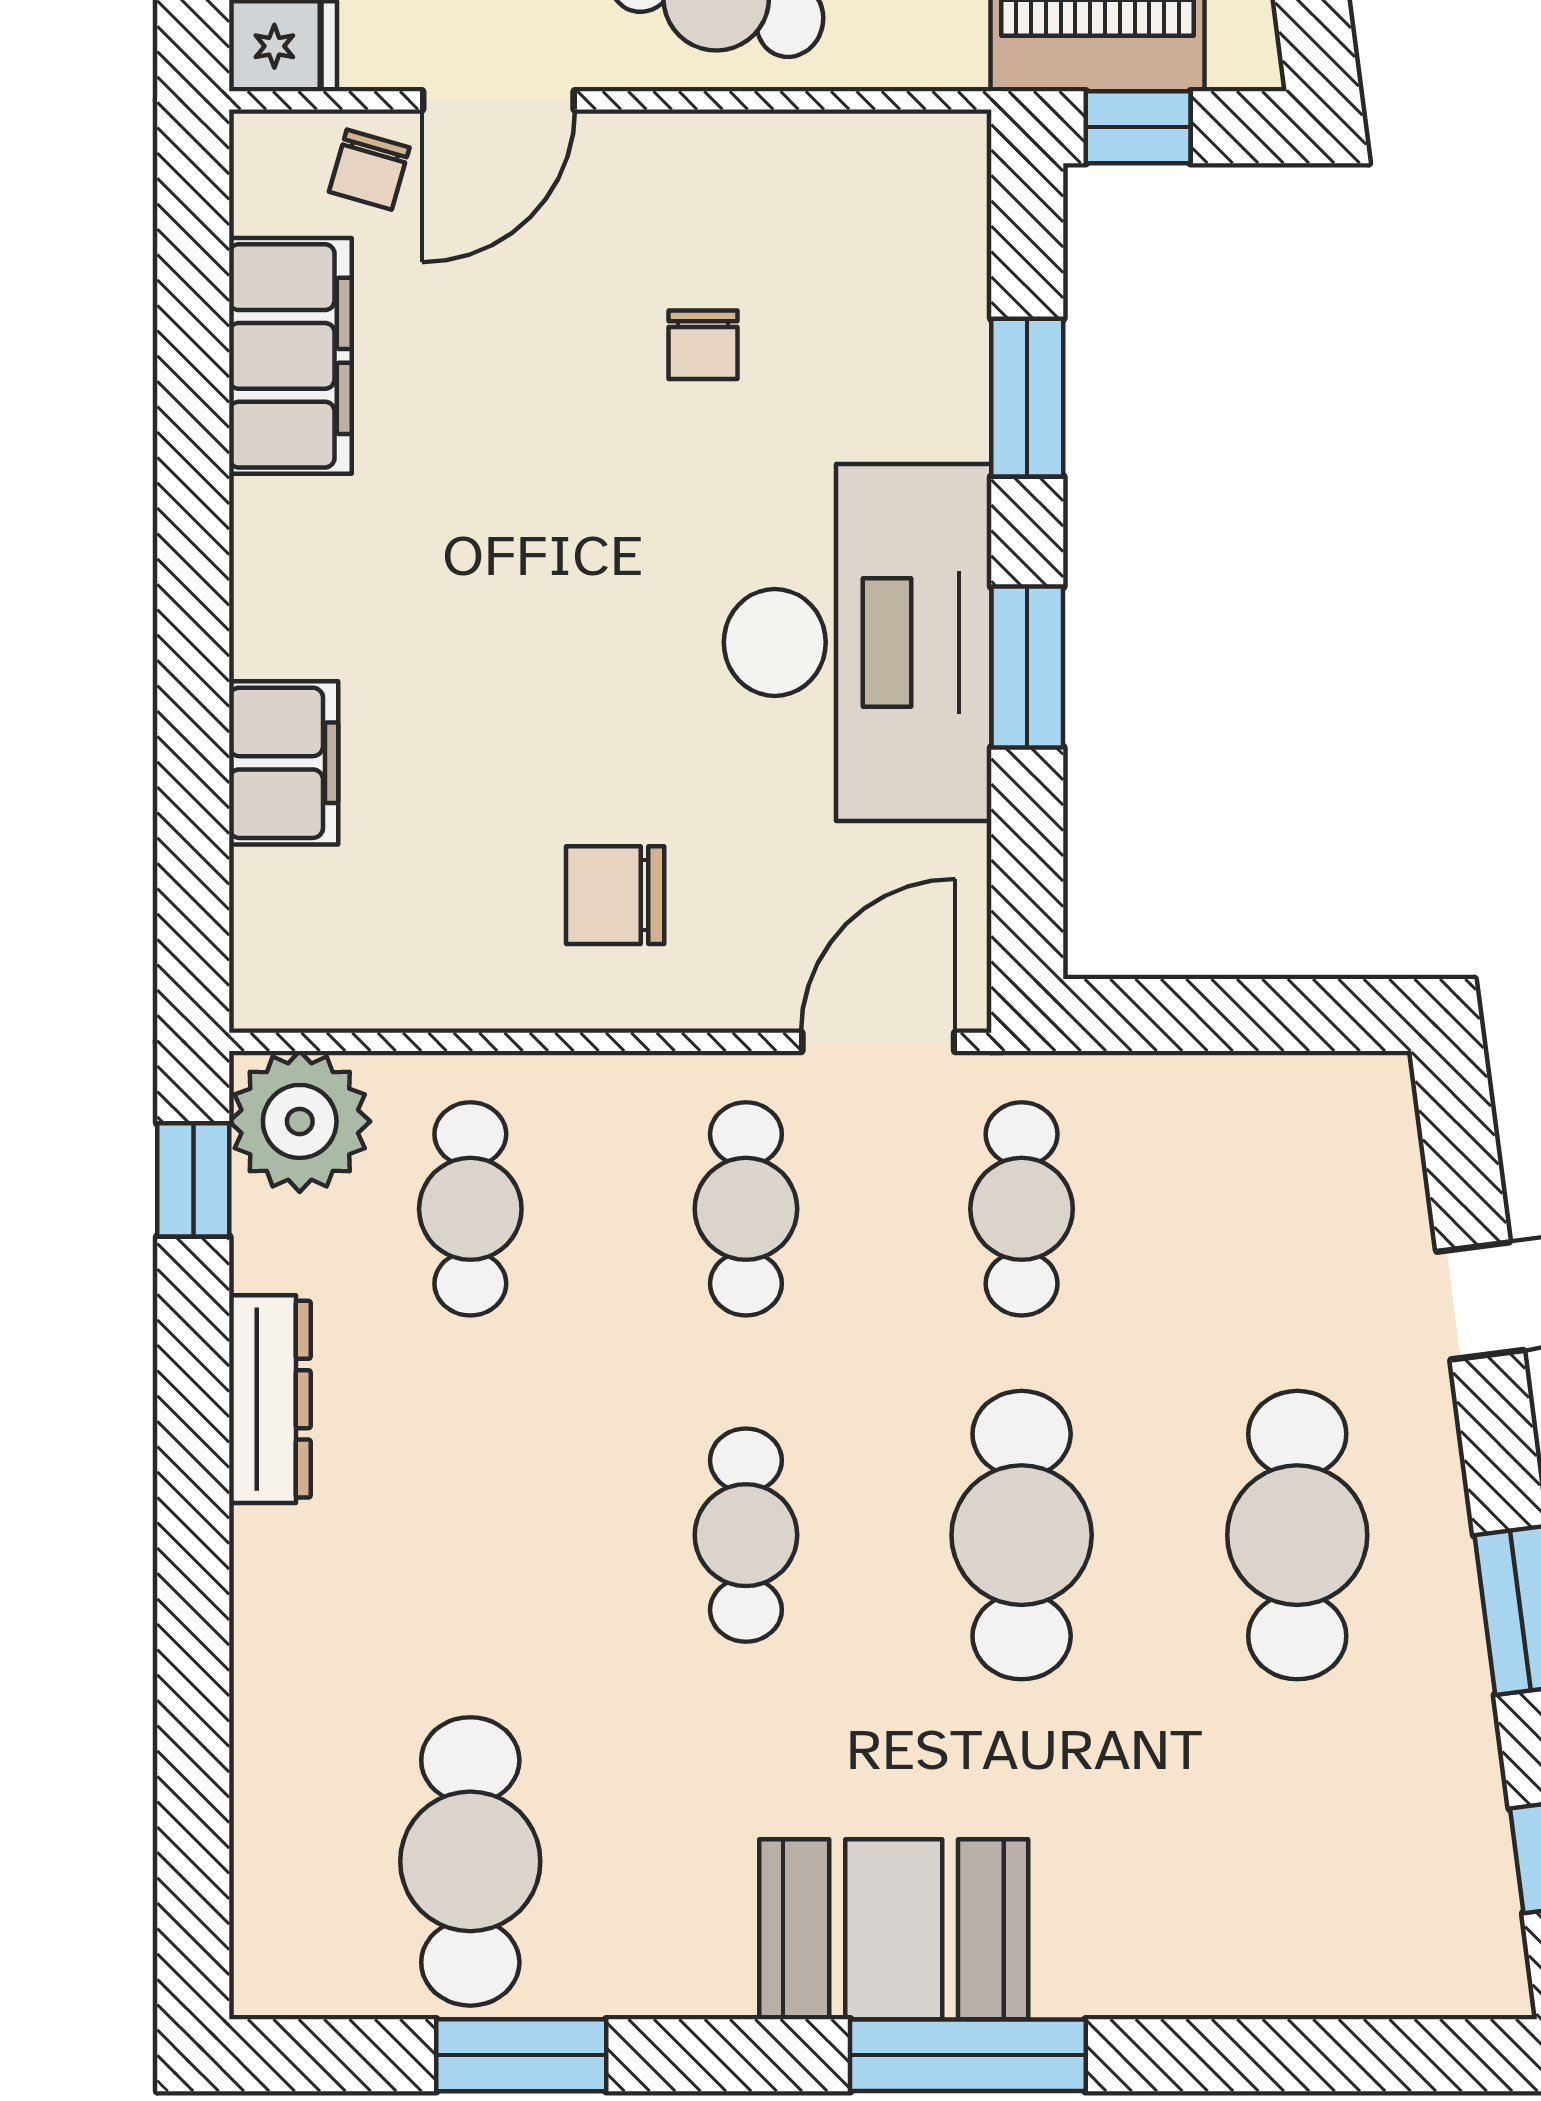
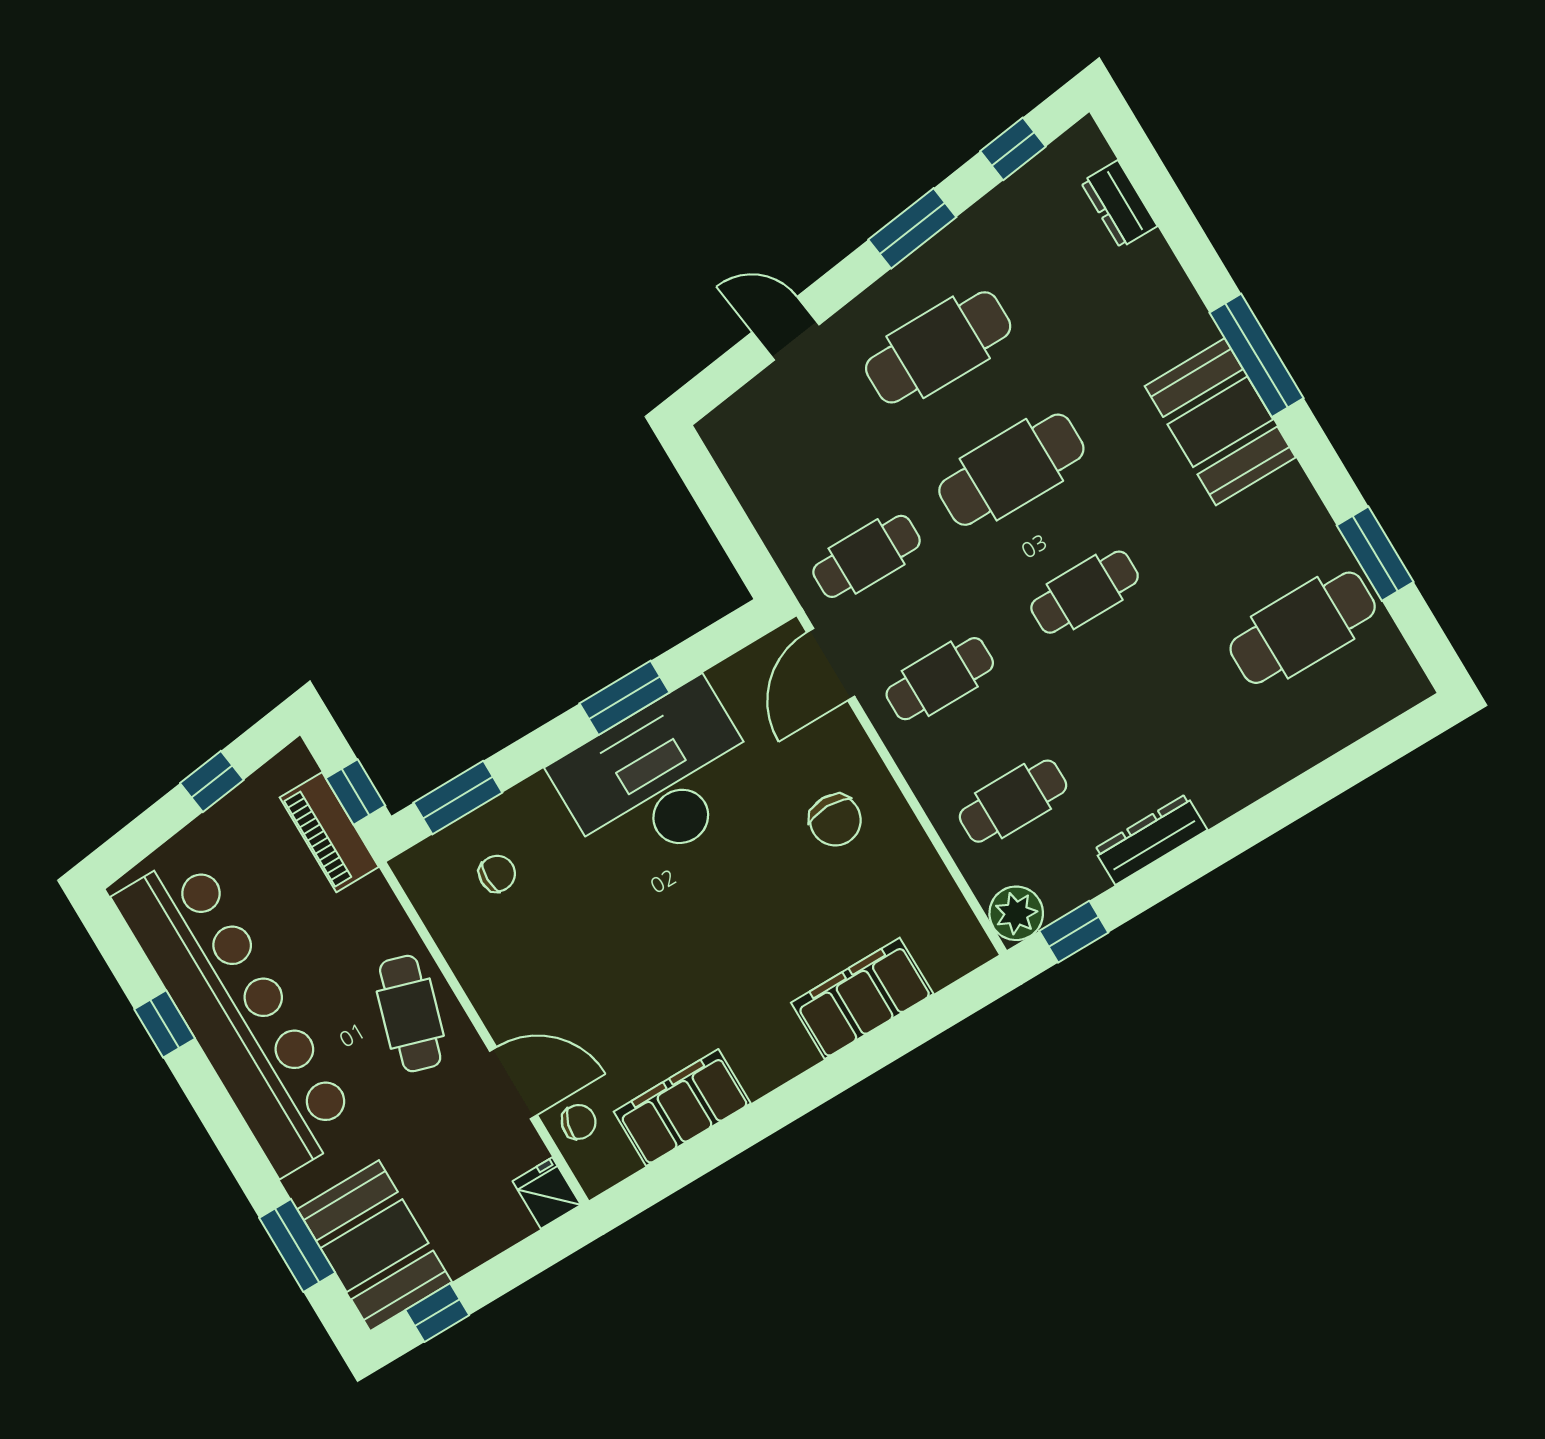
chair: (703, 345) -> (497, 874), moved
window: (1027, 398) -> (458, 798), moved
filing cabinet: (284, 763) -> (862, 998), width x1.50, depth x1.17
door: (878, 1042) -> (831, 664), hinge flipped
plant: (300, 1121) -> (1016, 913), width x0.73, depth x0.73
dresser: (1355, 1977) -> (1119, 204), added

